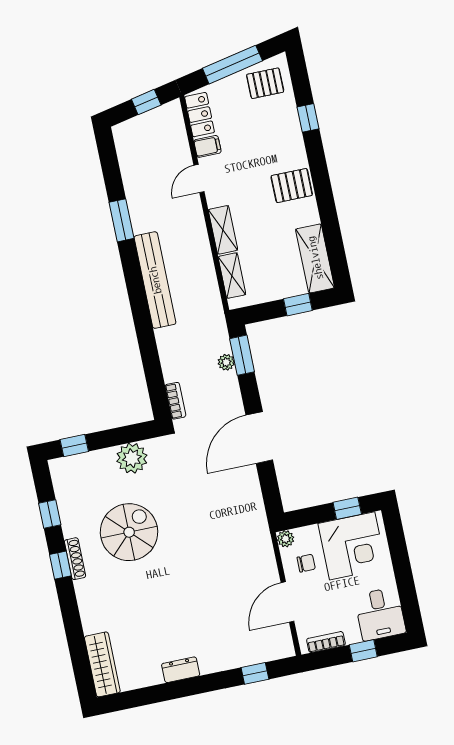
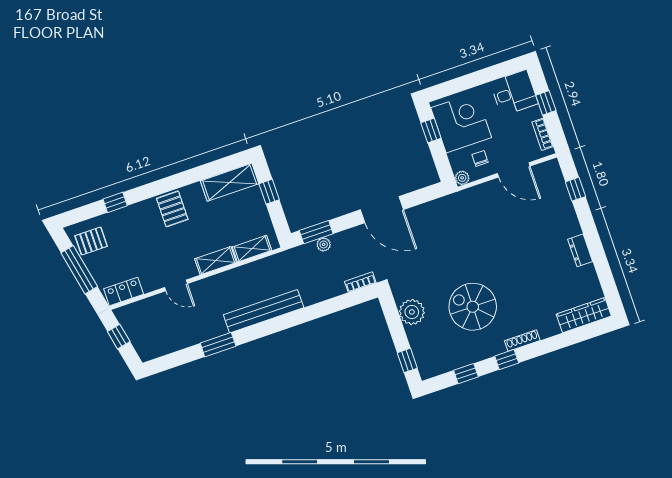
pallet: (265, 83) -> (91, 241), turned 90
filing cabinet: (207, 146) -> (149, 282), removed
shoe rack: (75, 559) -> (522, 341), moved

